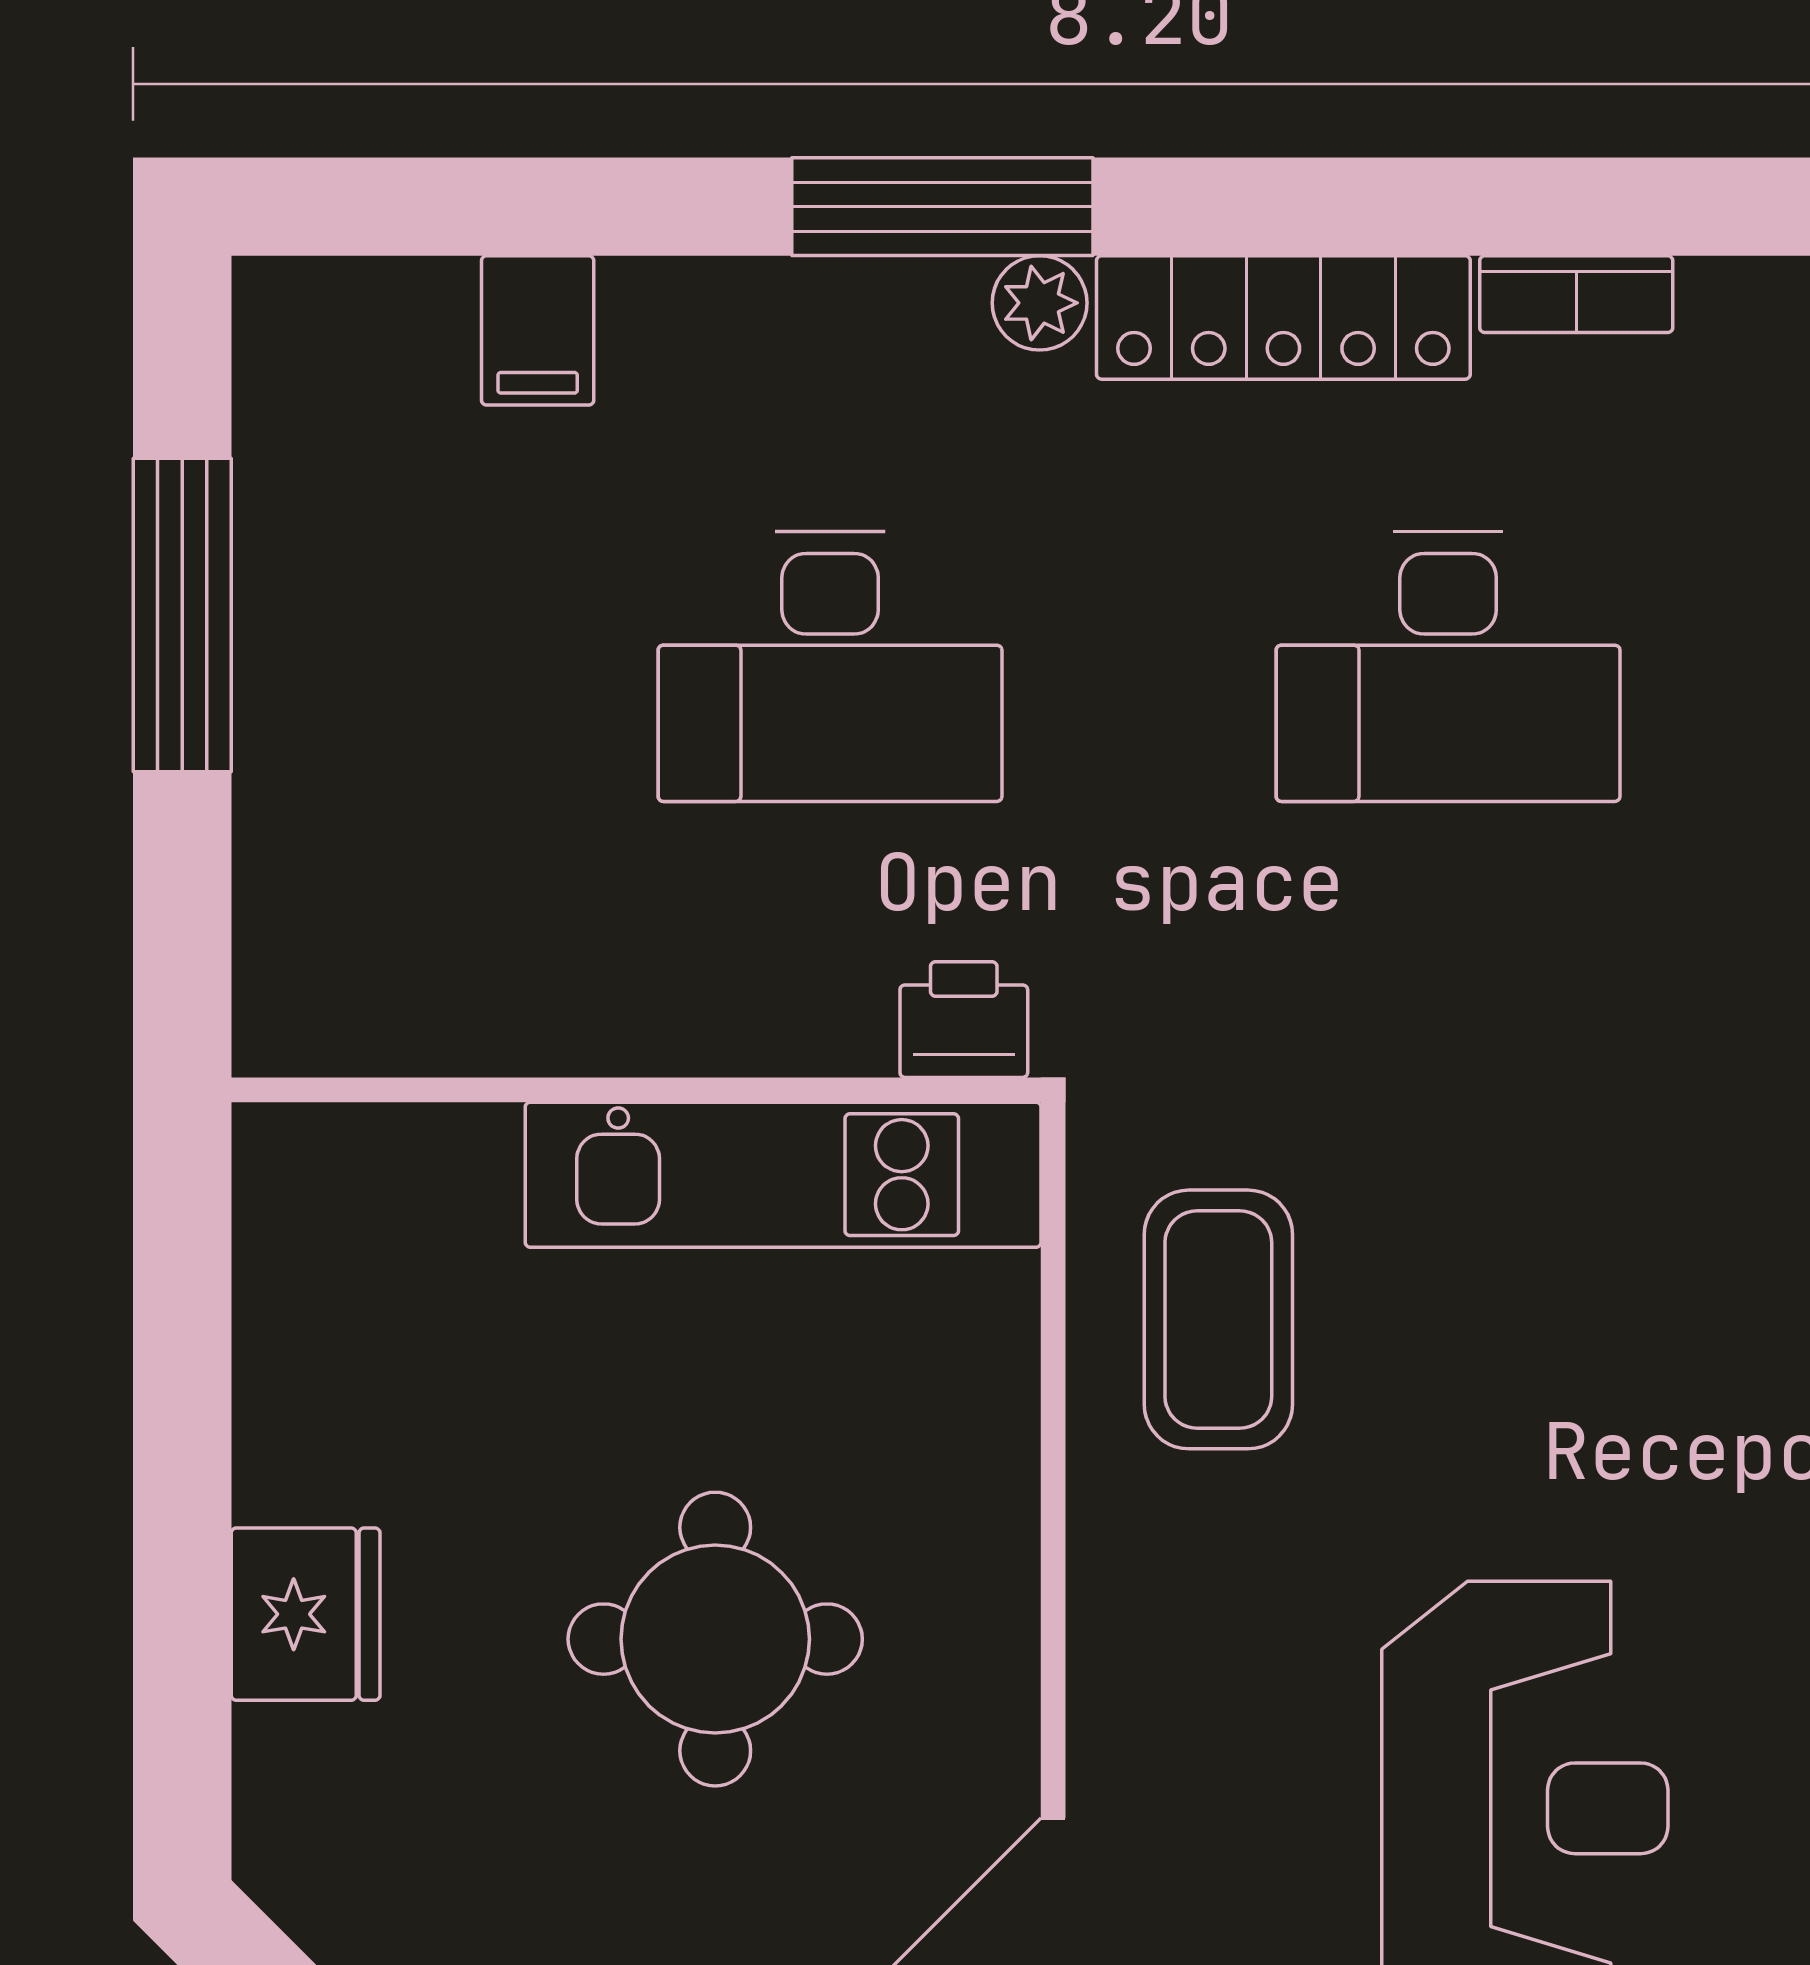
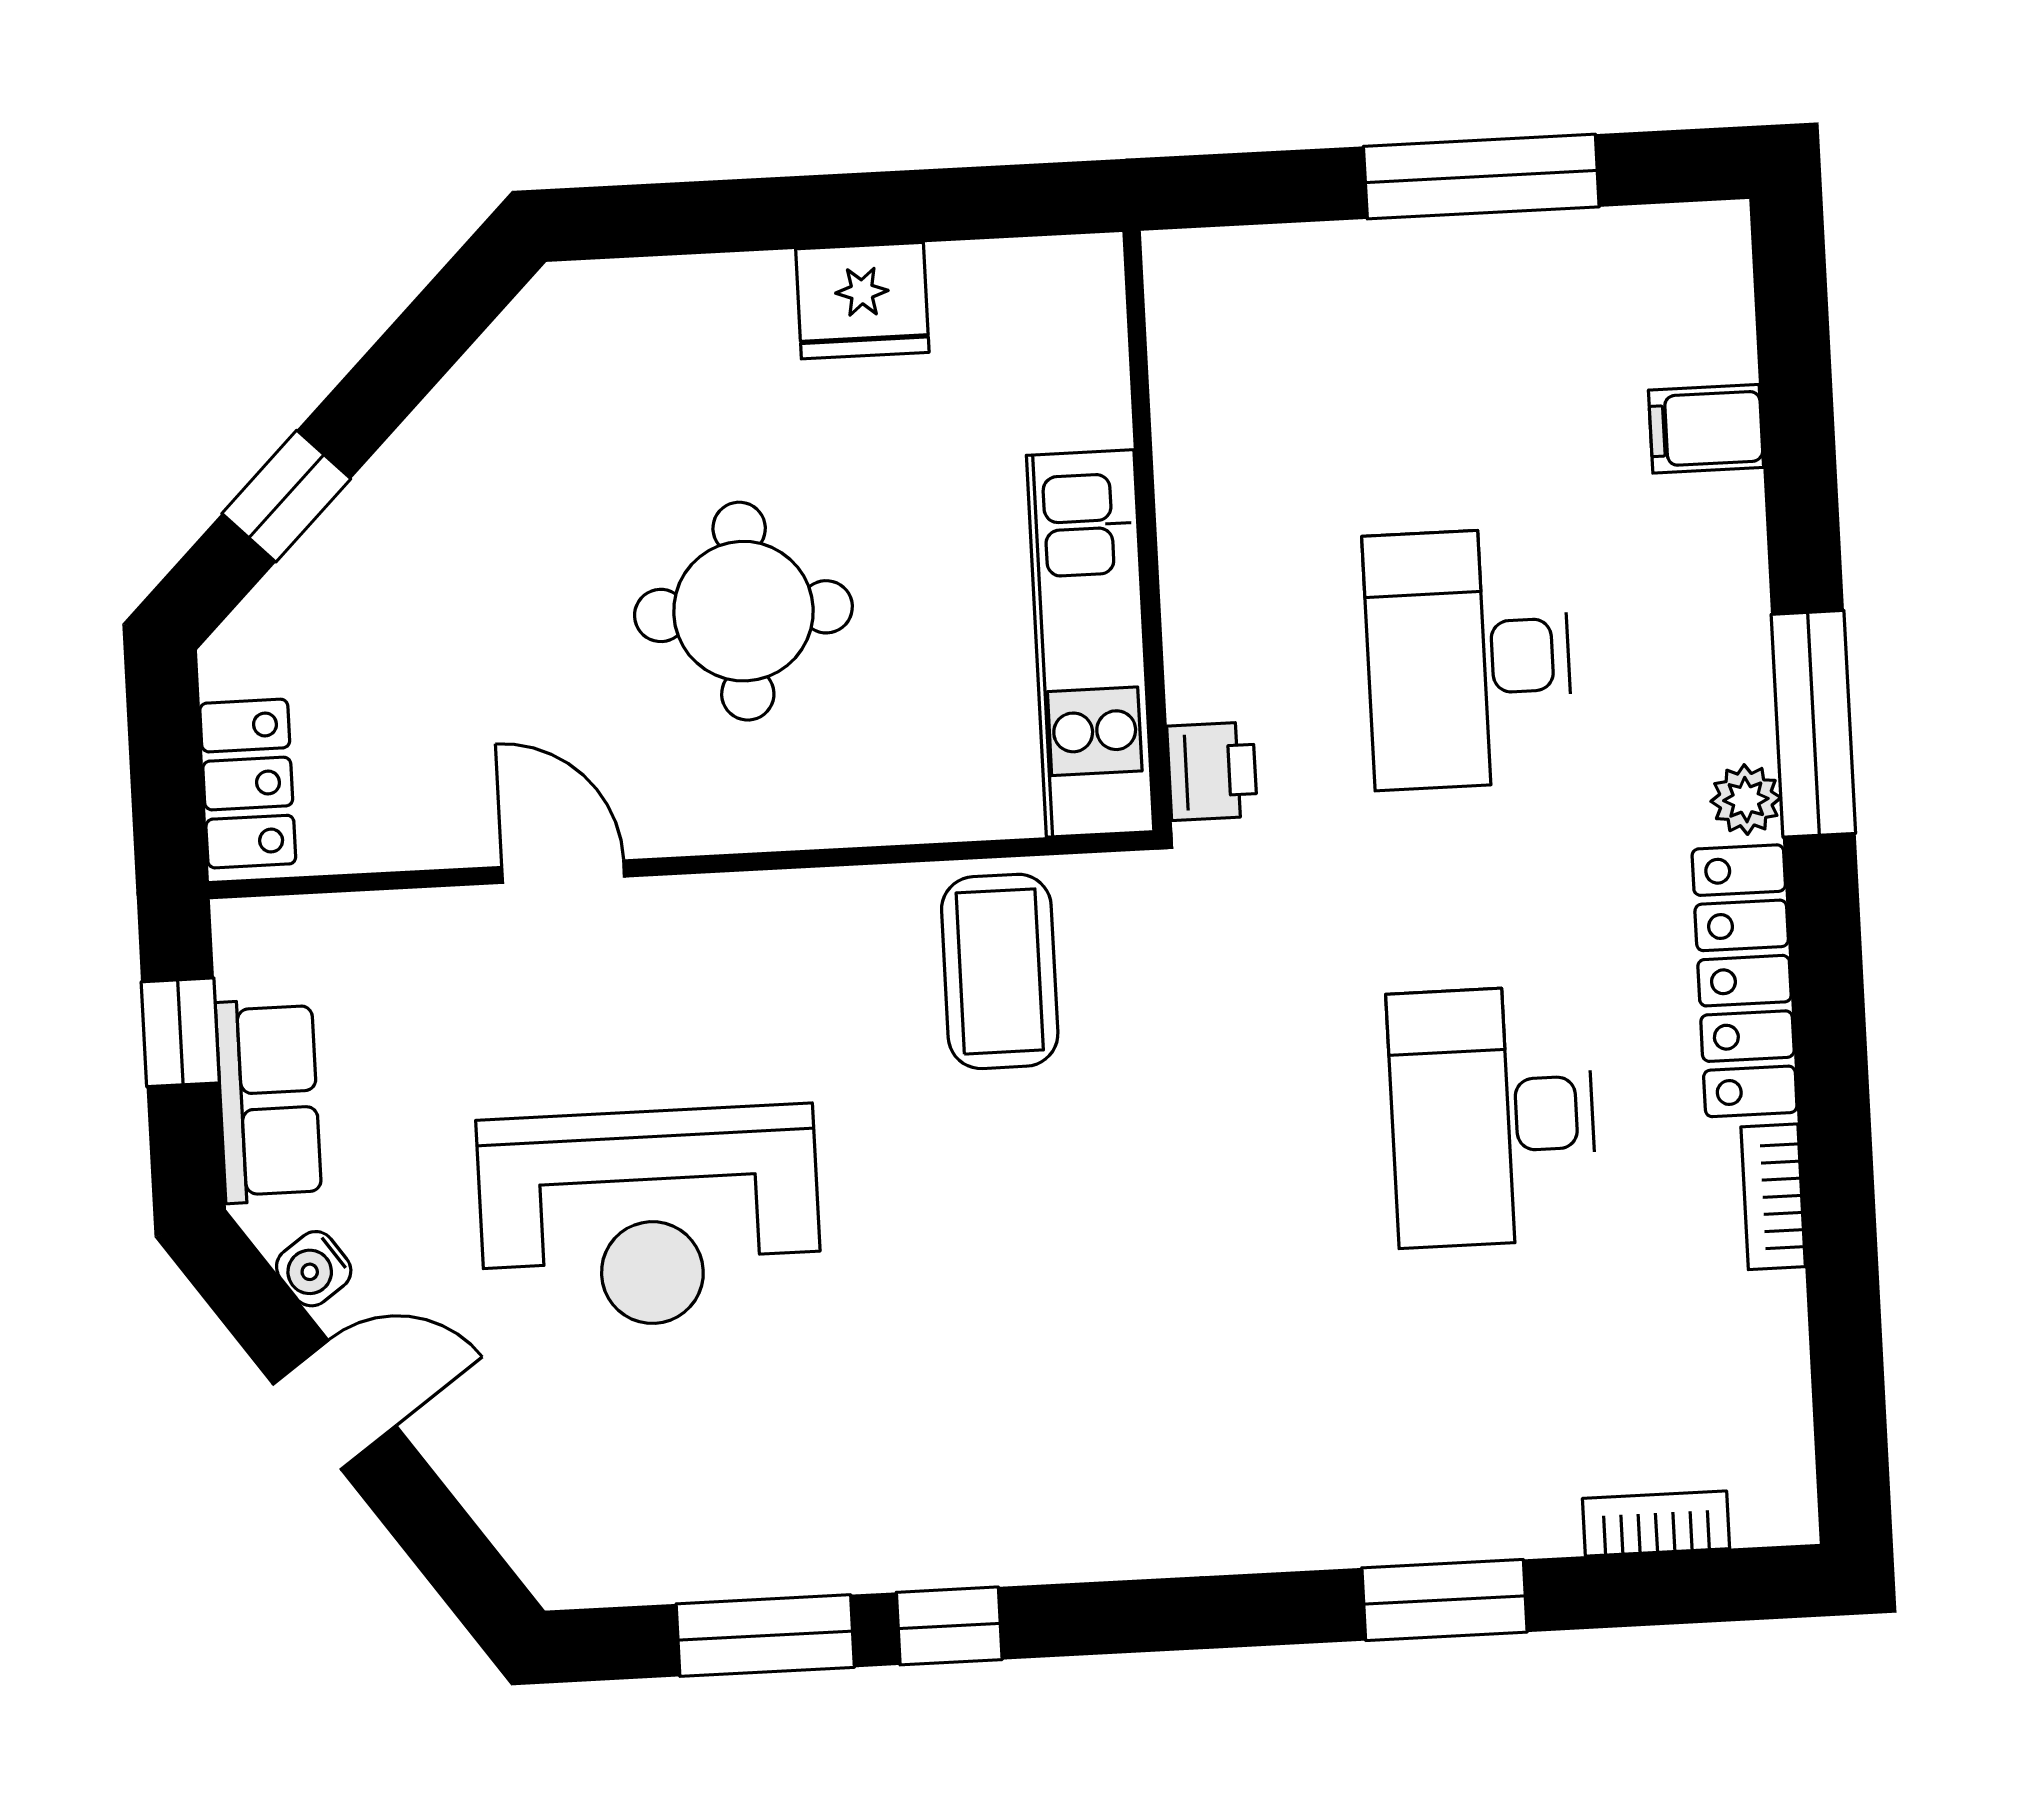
coffee table: (1218, 1319) -> (1000, 971), turned 90
fridge: (306, 1614) -> (862, 301), moved

